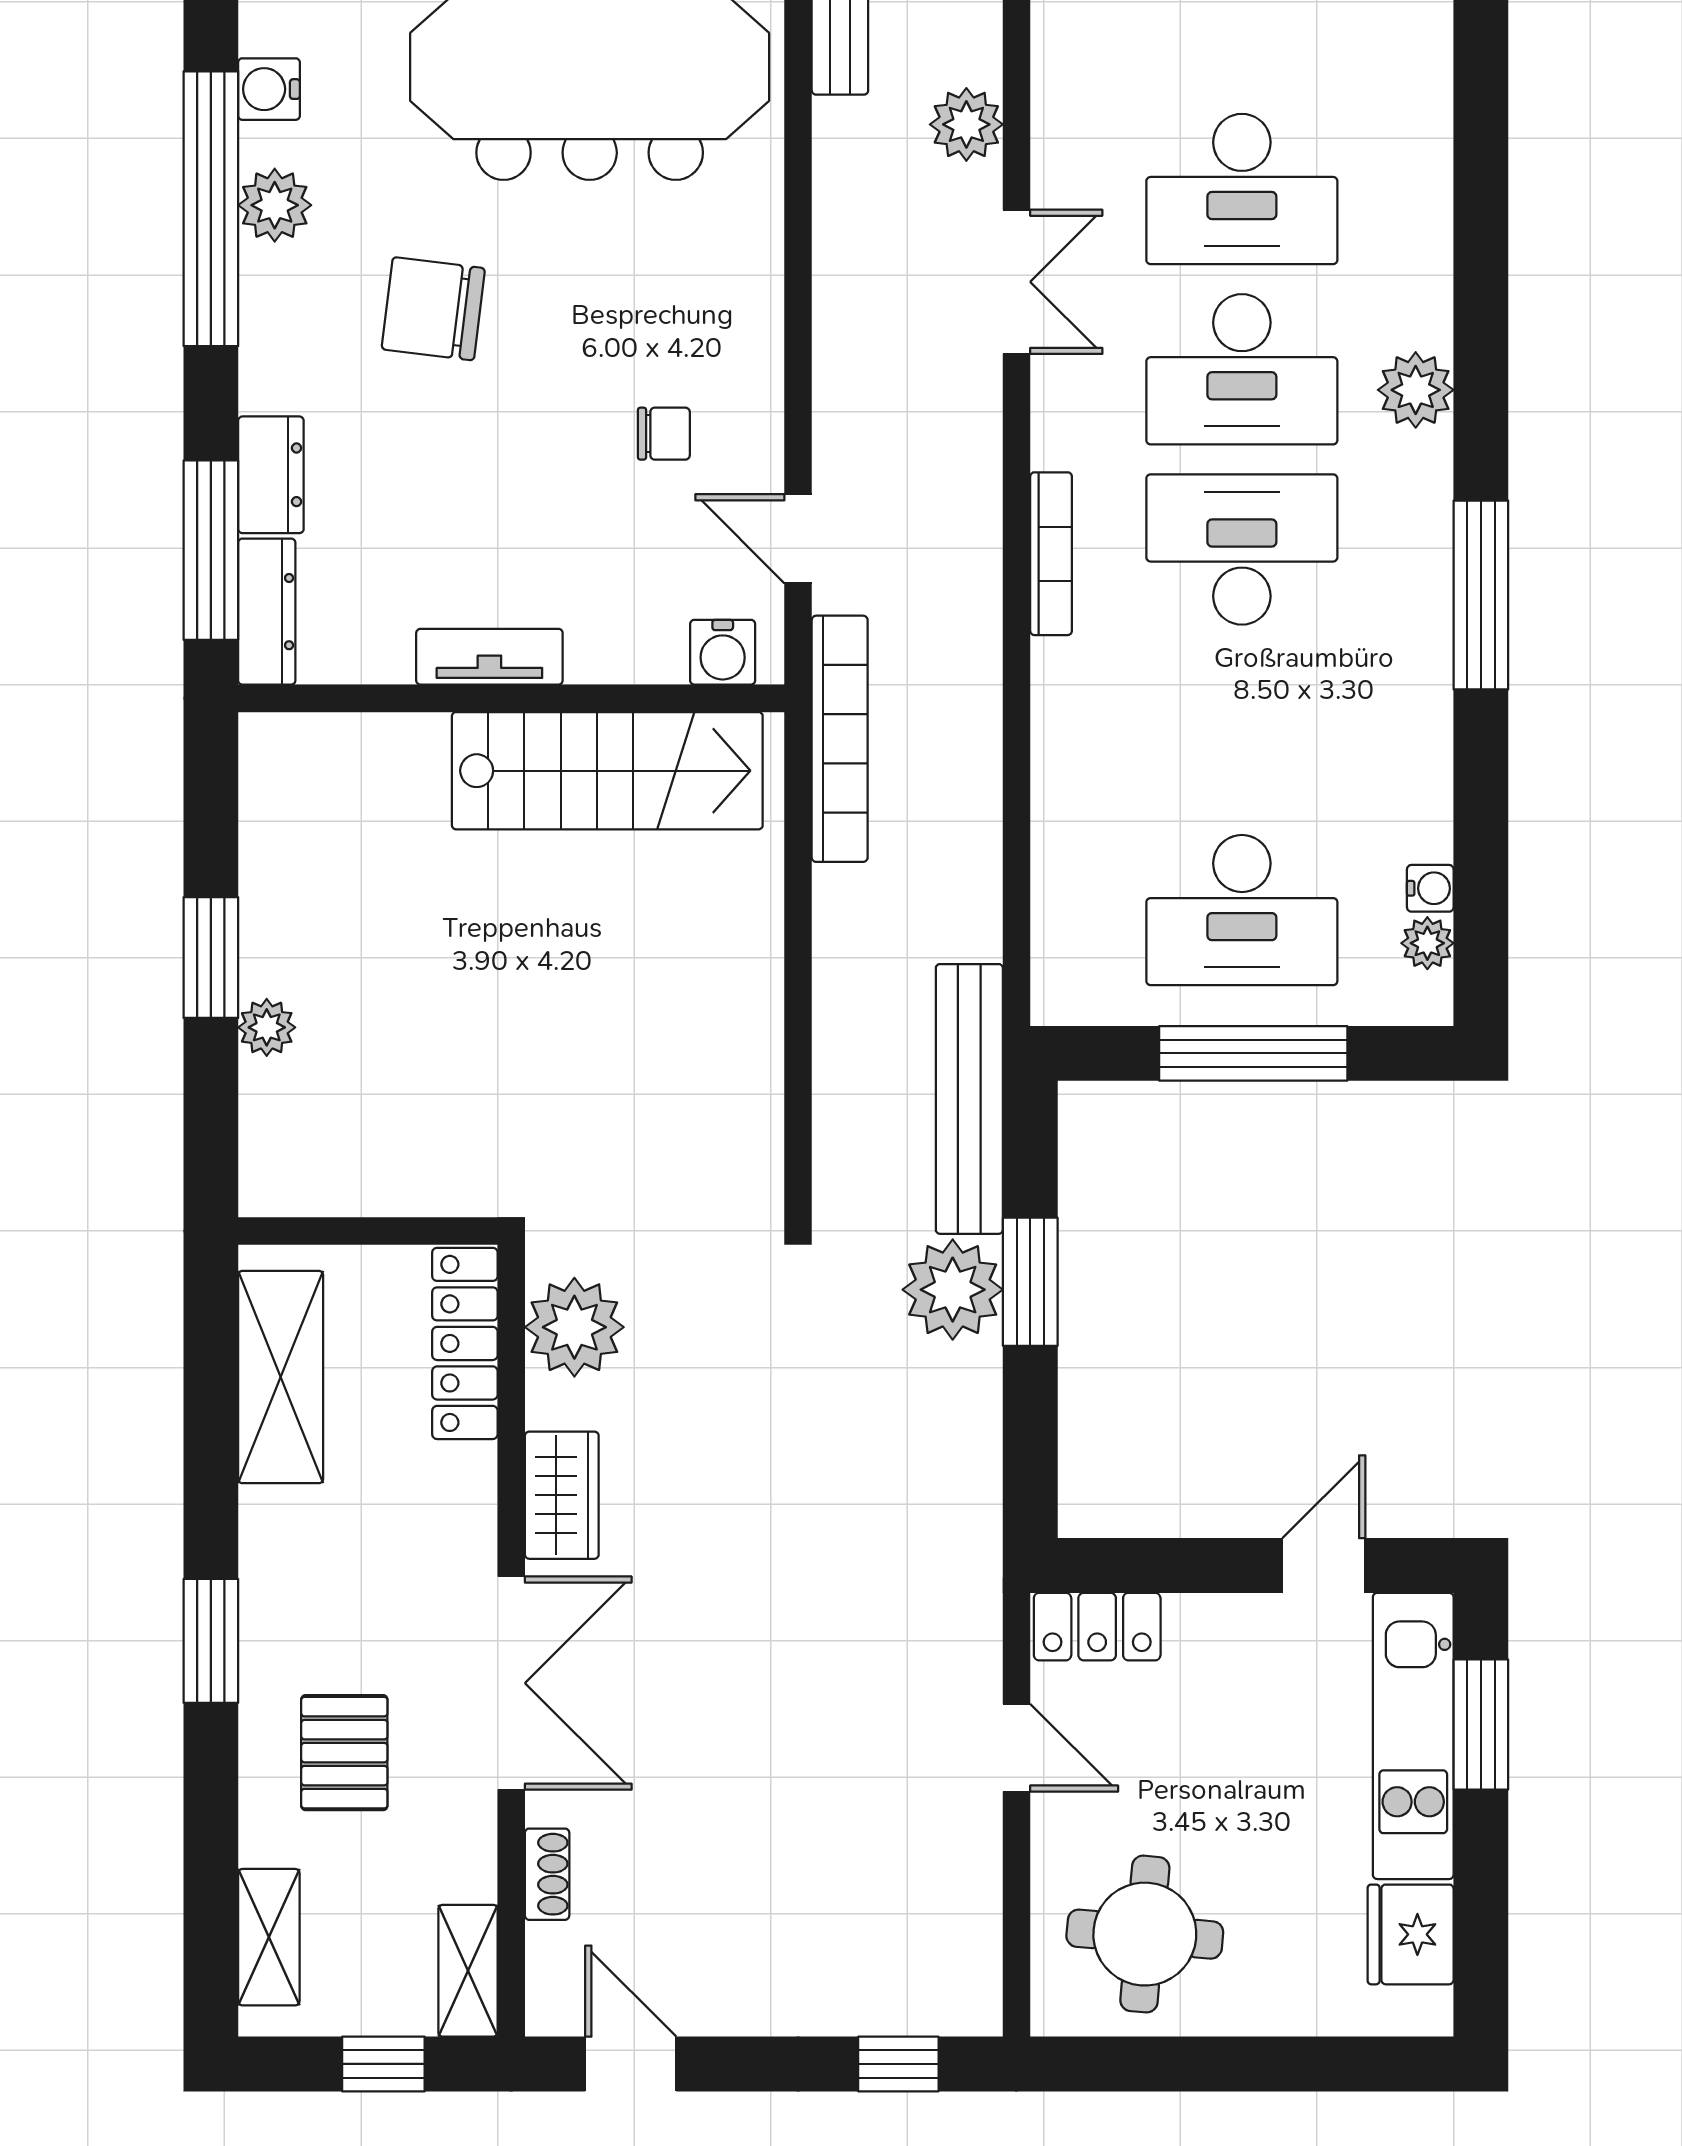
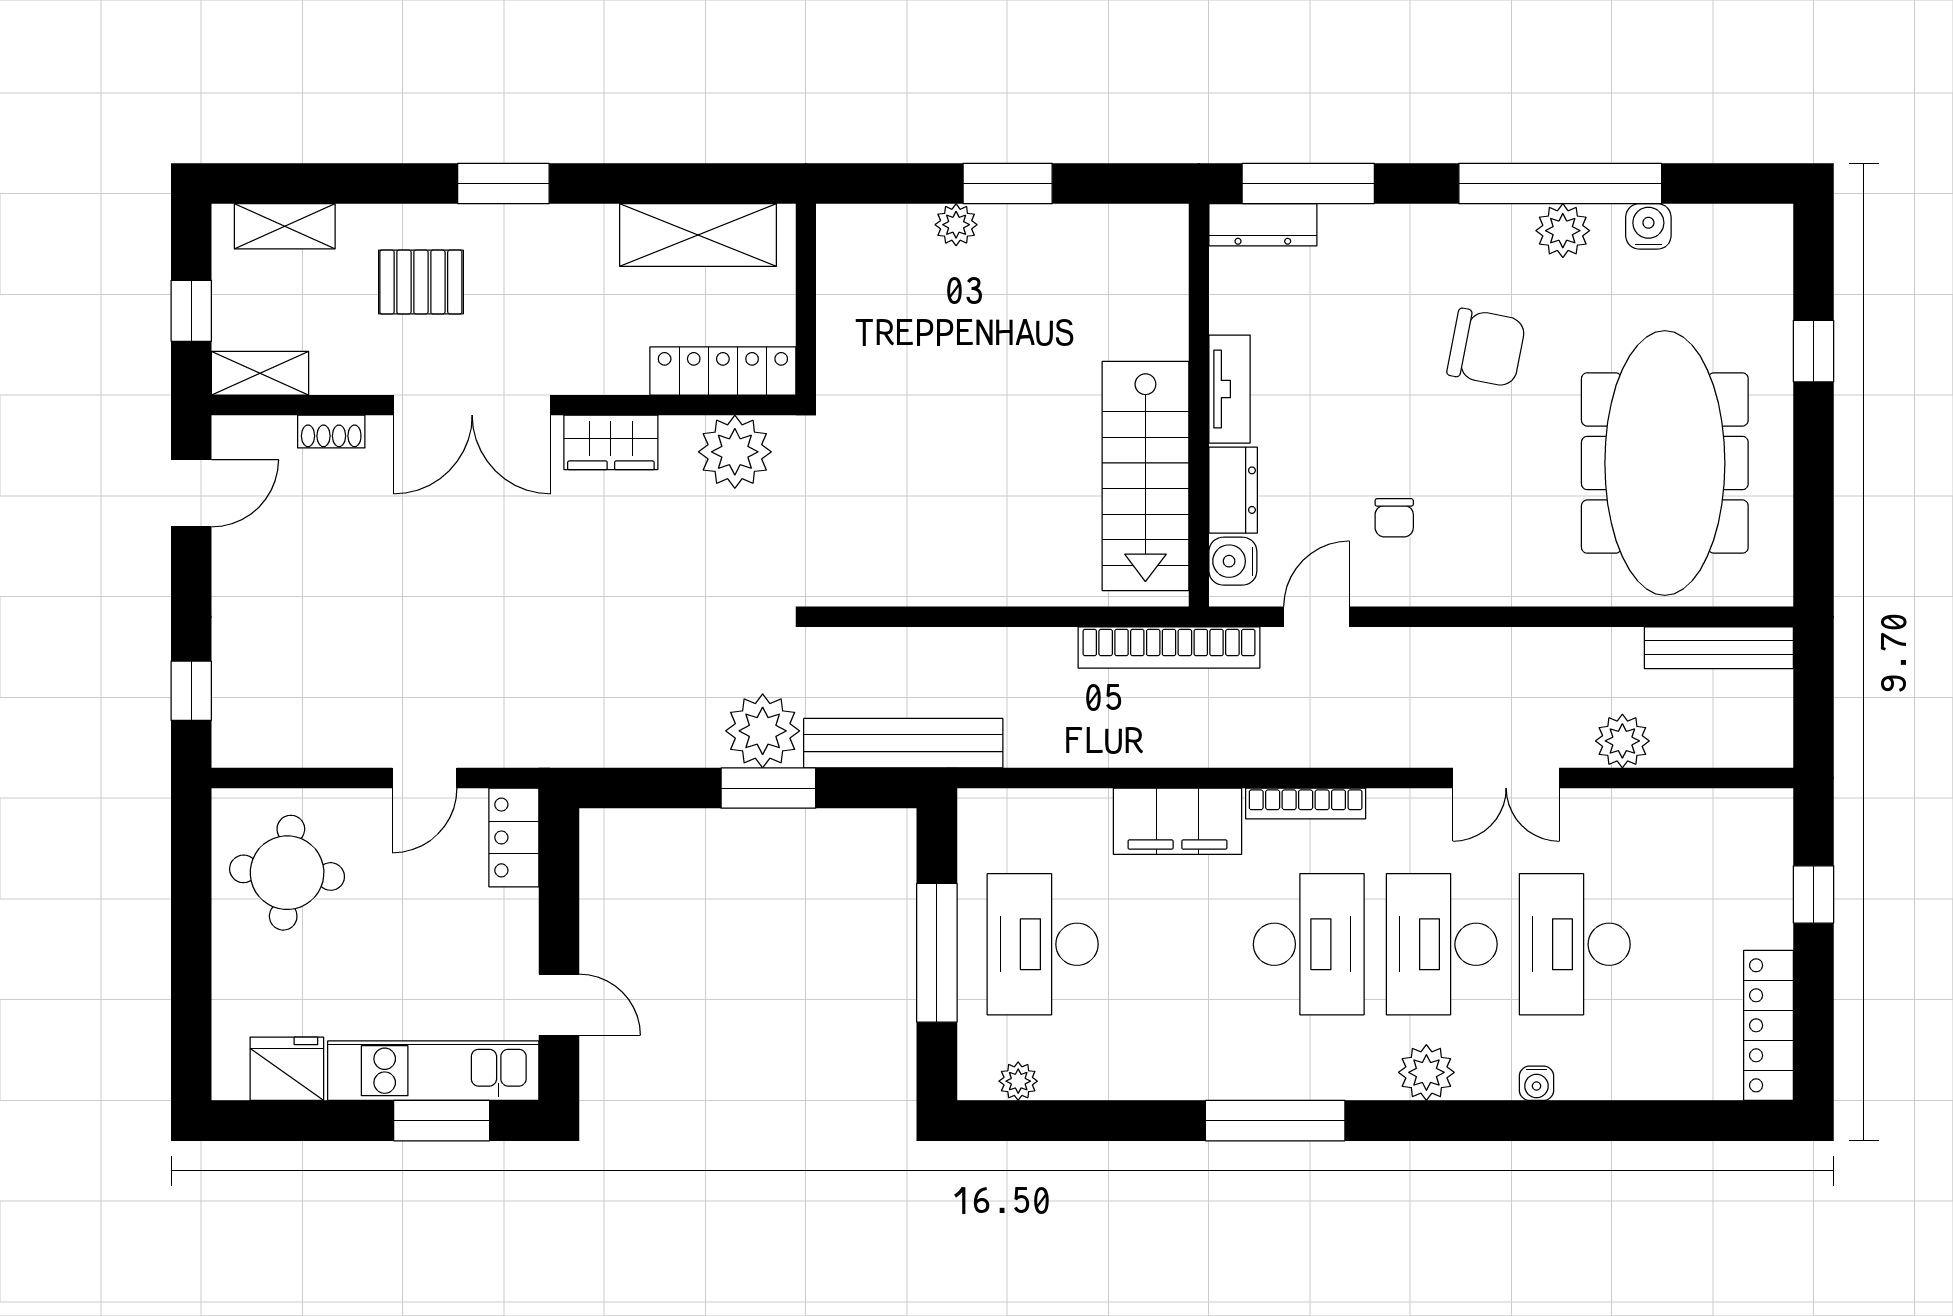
chair: (433, 309) -> (1486, 348), turned 94
dresser: (271, 475) -> (1233, 490), moved, turned -90
filing cabinet: (1075, 727) -> (1177, 821), added
water cooler: (1430, 888) -> (1536, 1083), moved

